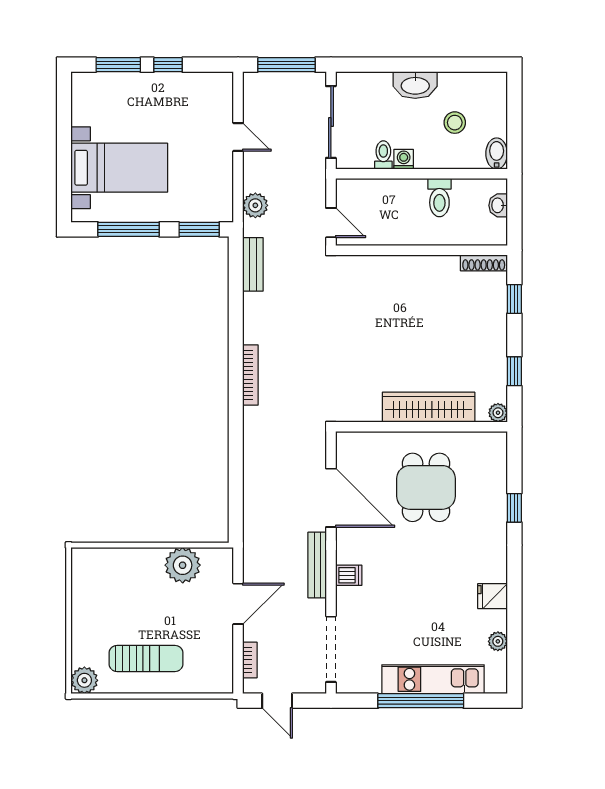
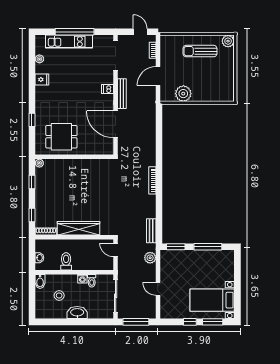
bed with nightstands: (119, 168) -> (212, 300), moved
wardrobe: (429, 407) -> (78, 228), moved, turned 180
dining table: (426, 487) -> (61, 137), moved, turned 90

